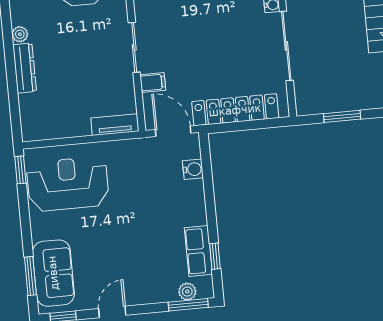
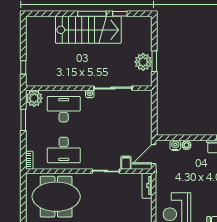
plant: (339, 96) -> (143, 62), added
locker: (235, 110) -> (145, 119), removed
plant: (195, 189) -> (186, 145), added

